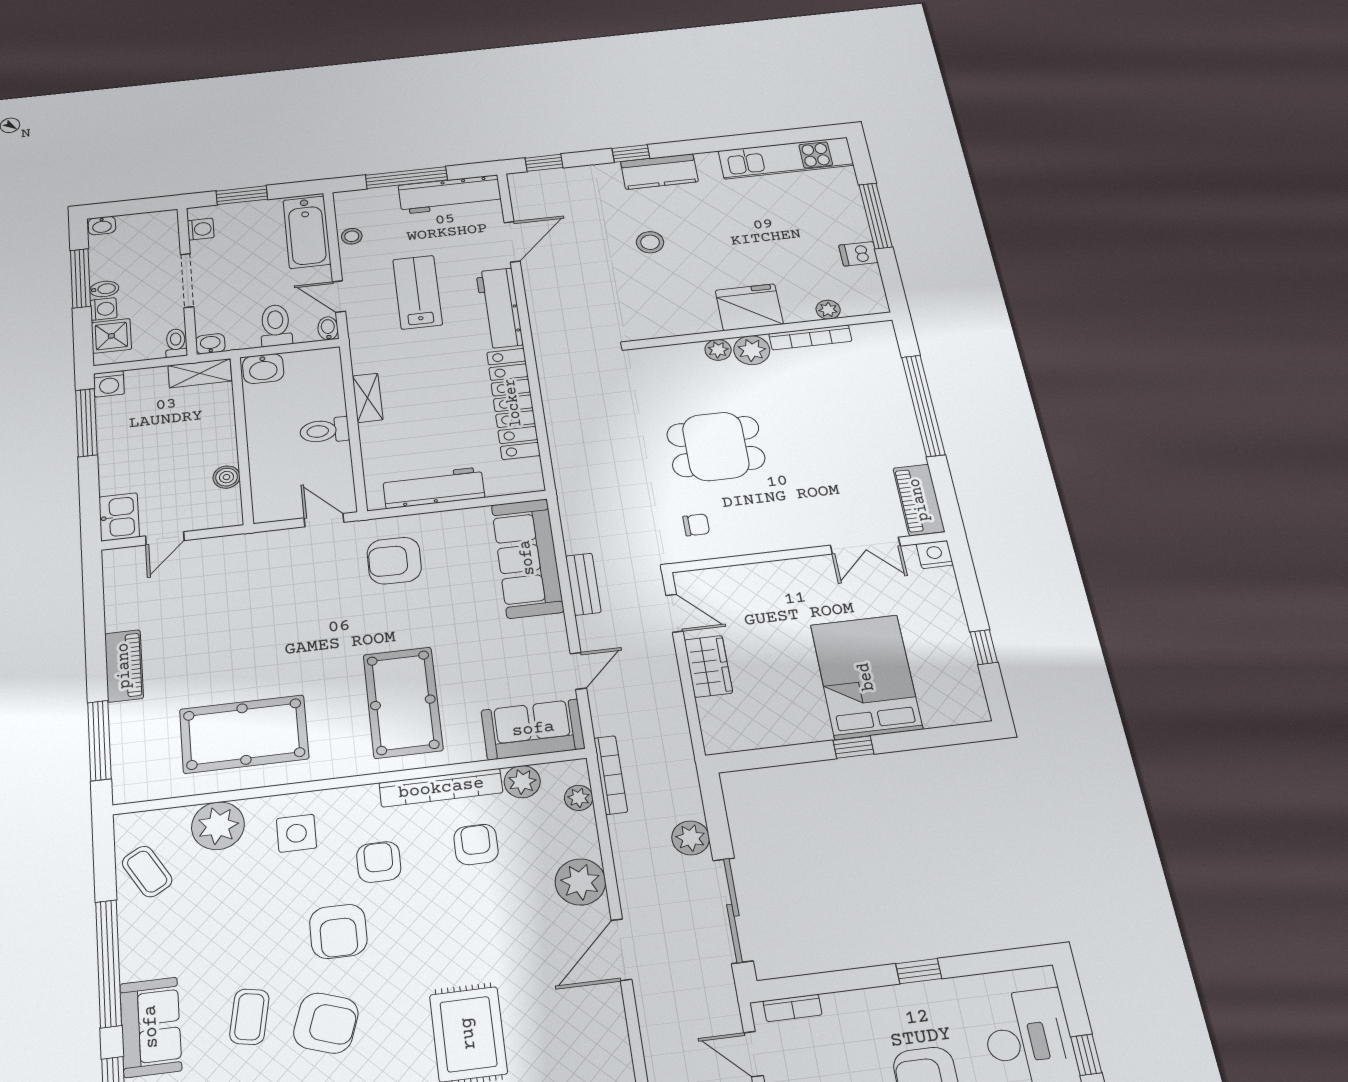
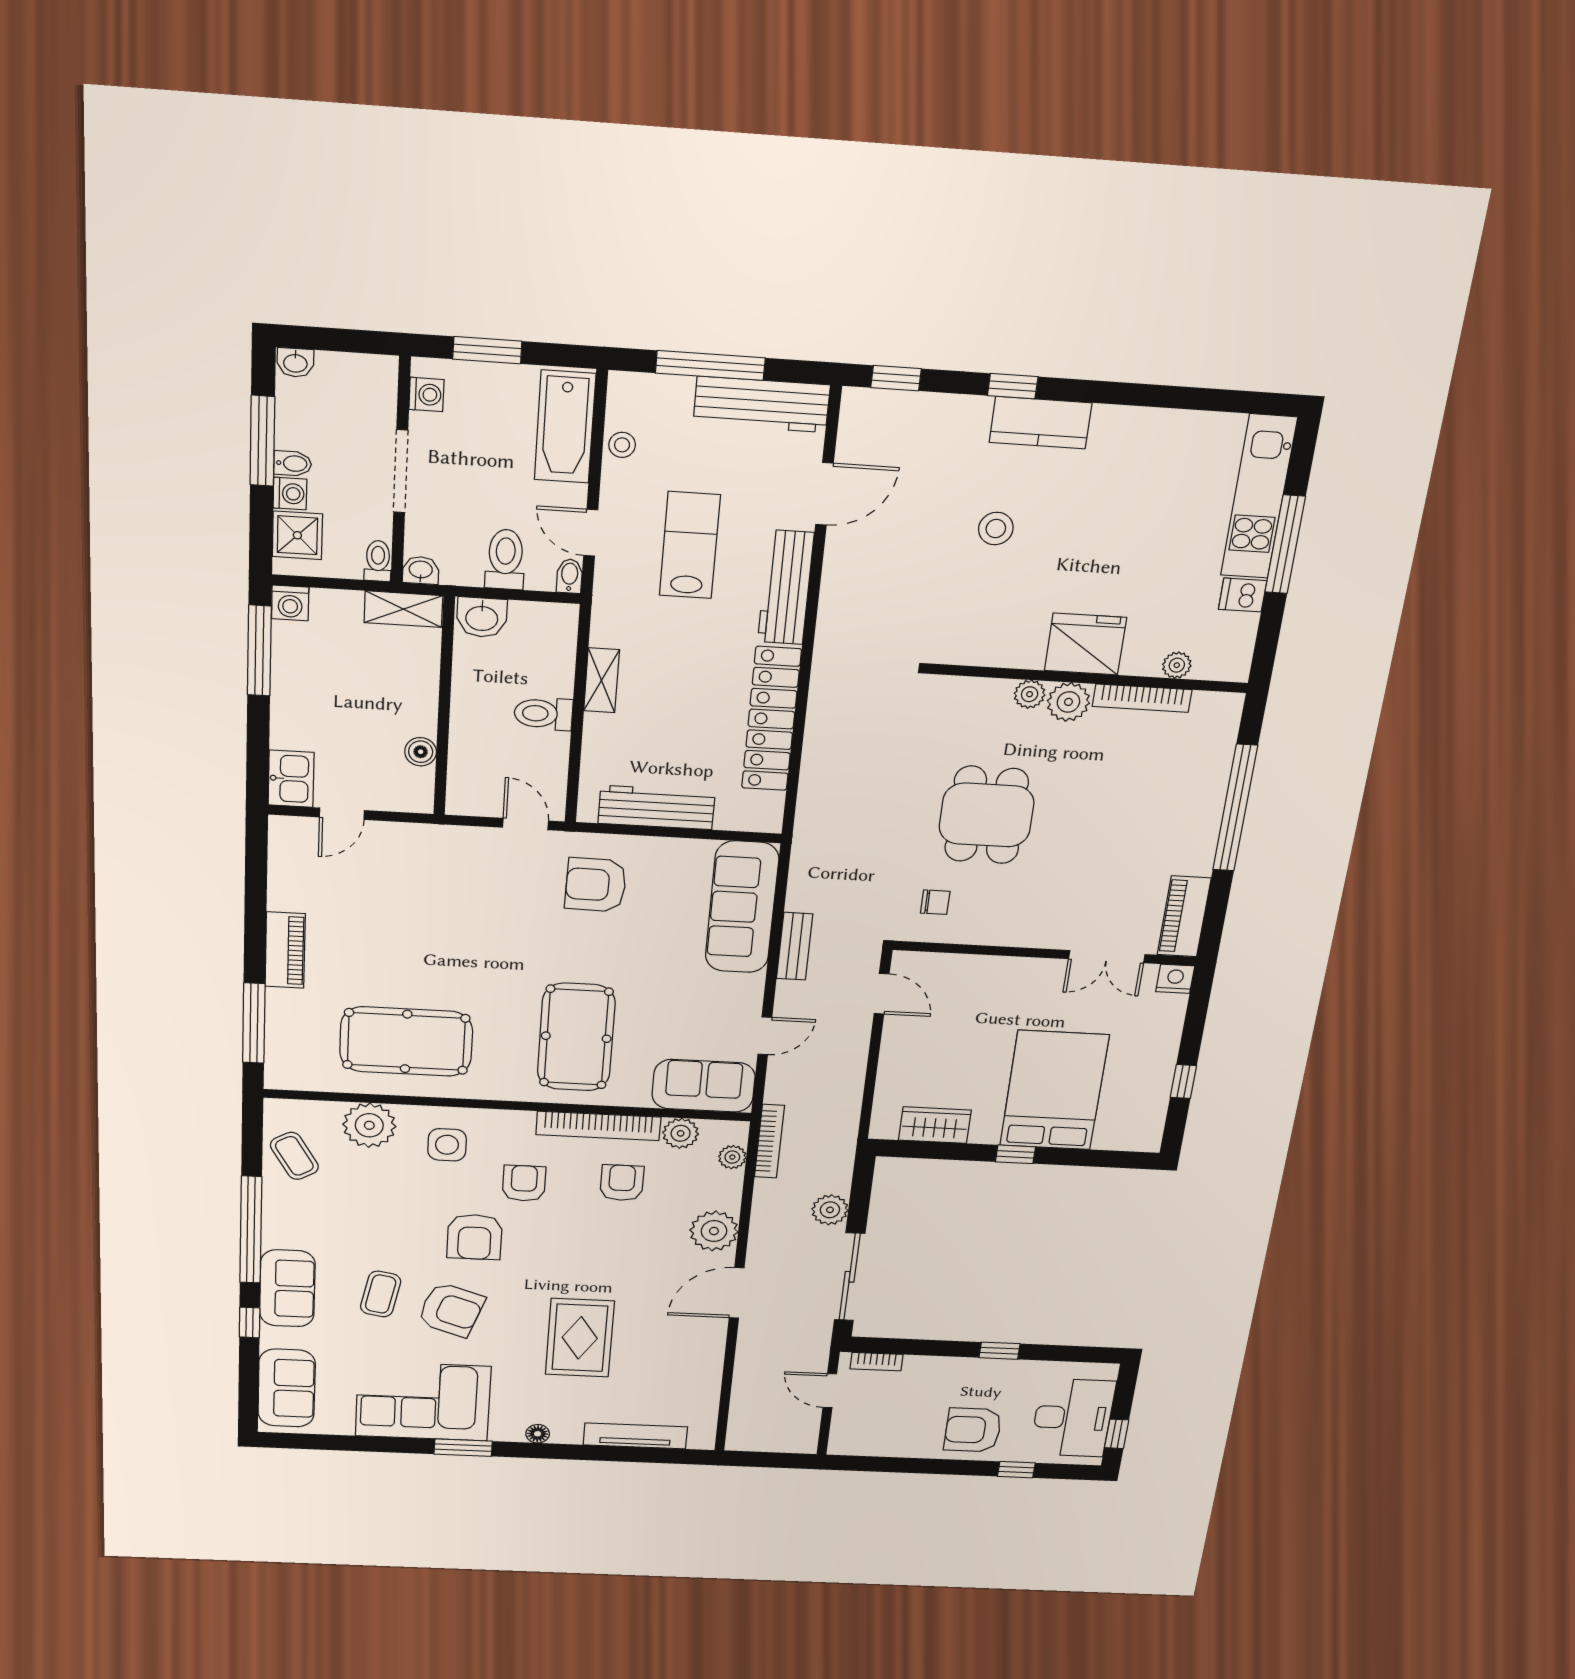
kitchen unit: (786, 158) -> (1259, 497), moved, turned 90
dining table: (716, 446) -> (987, 815), turned 90
wardrobe: (708, 666) -> (935, 1125), moved, turned -90

